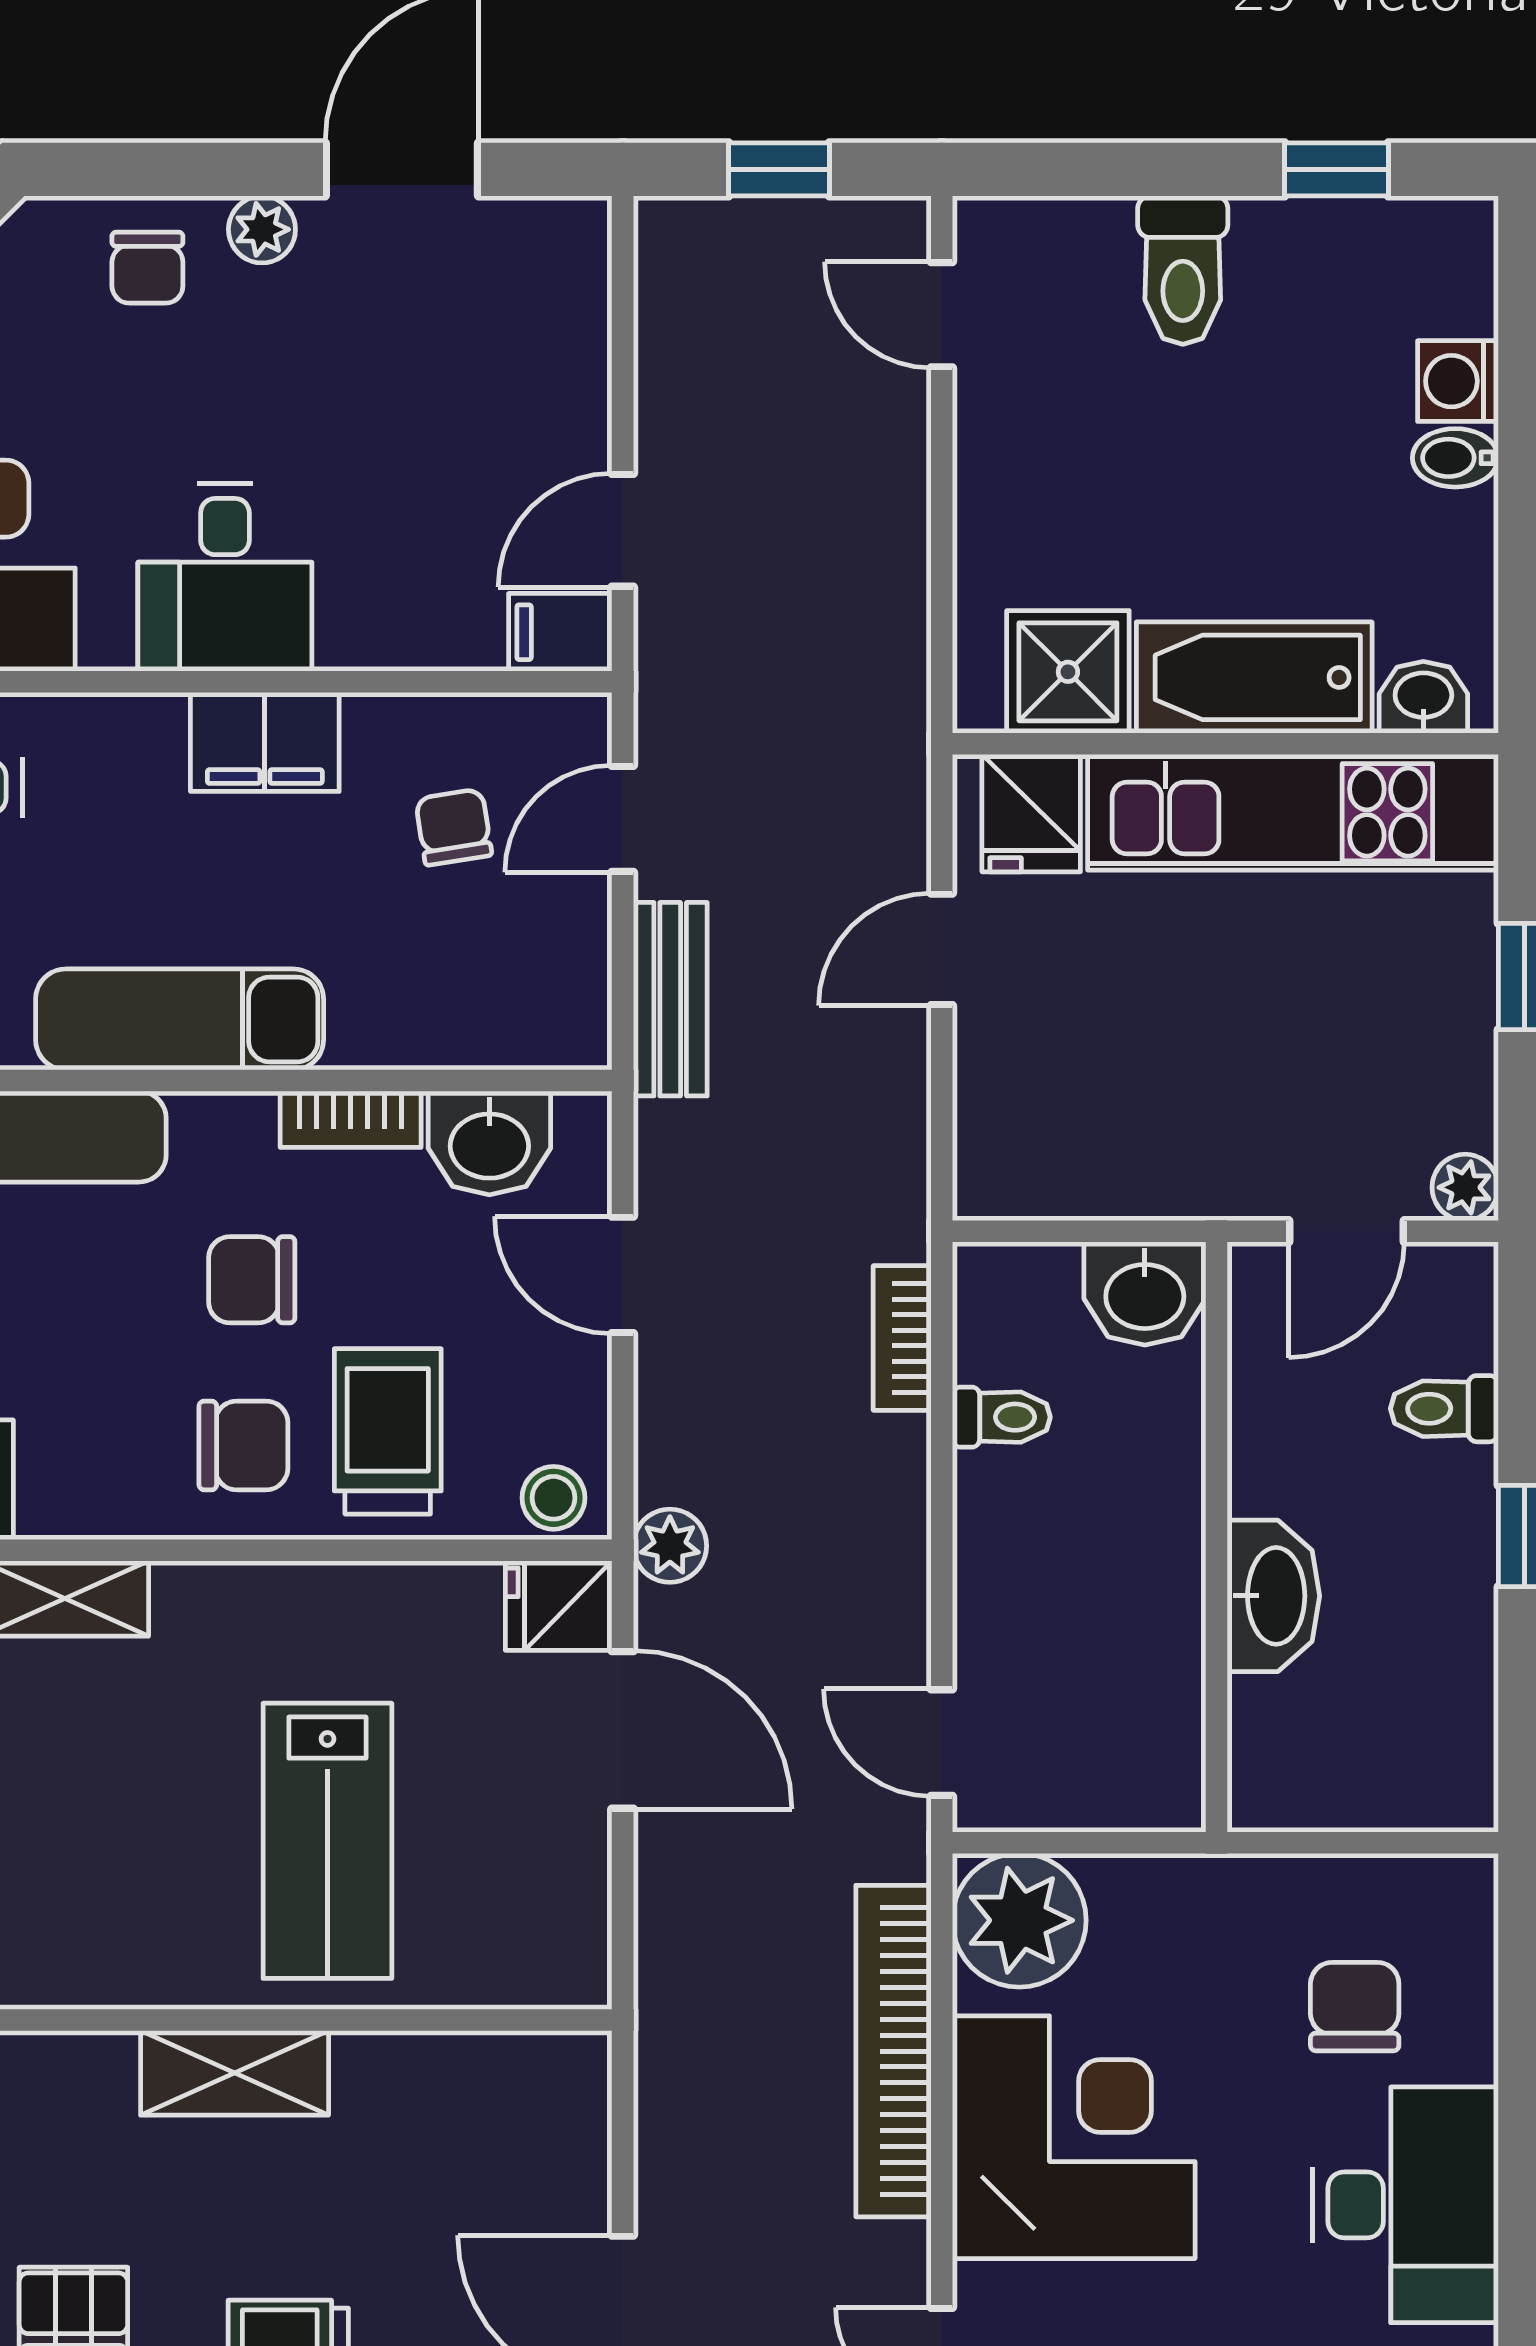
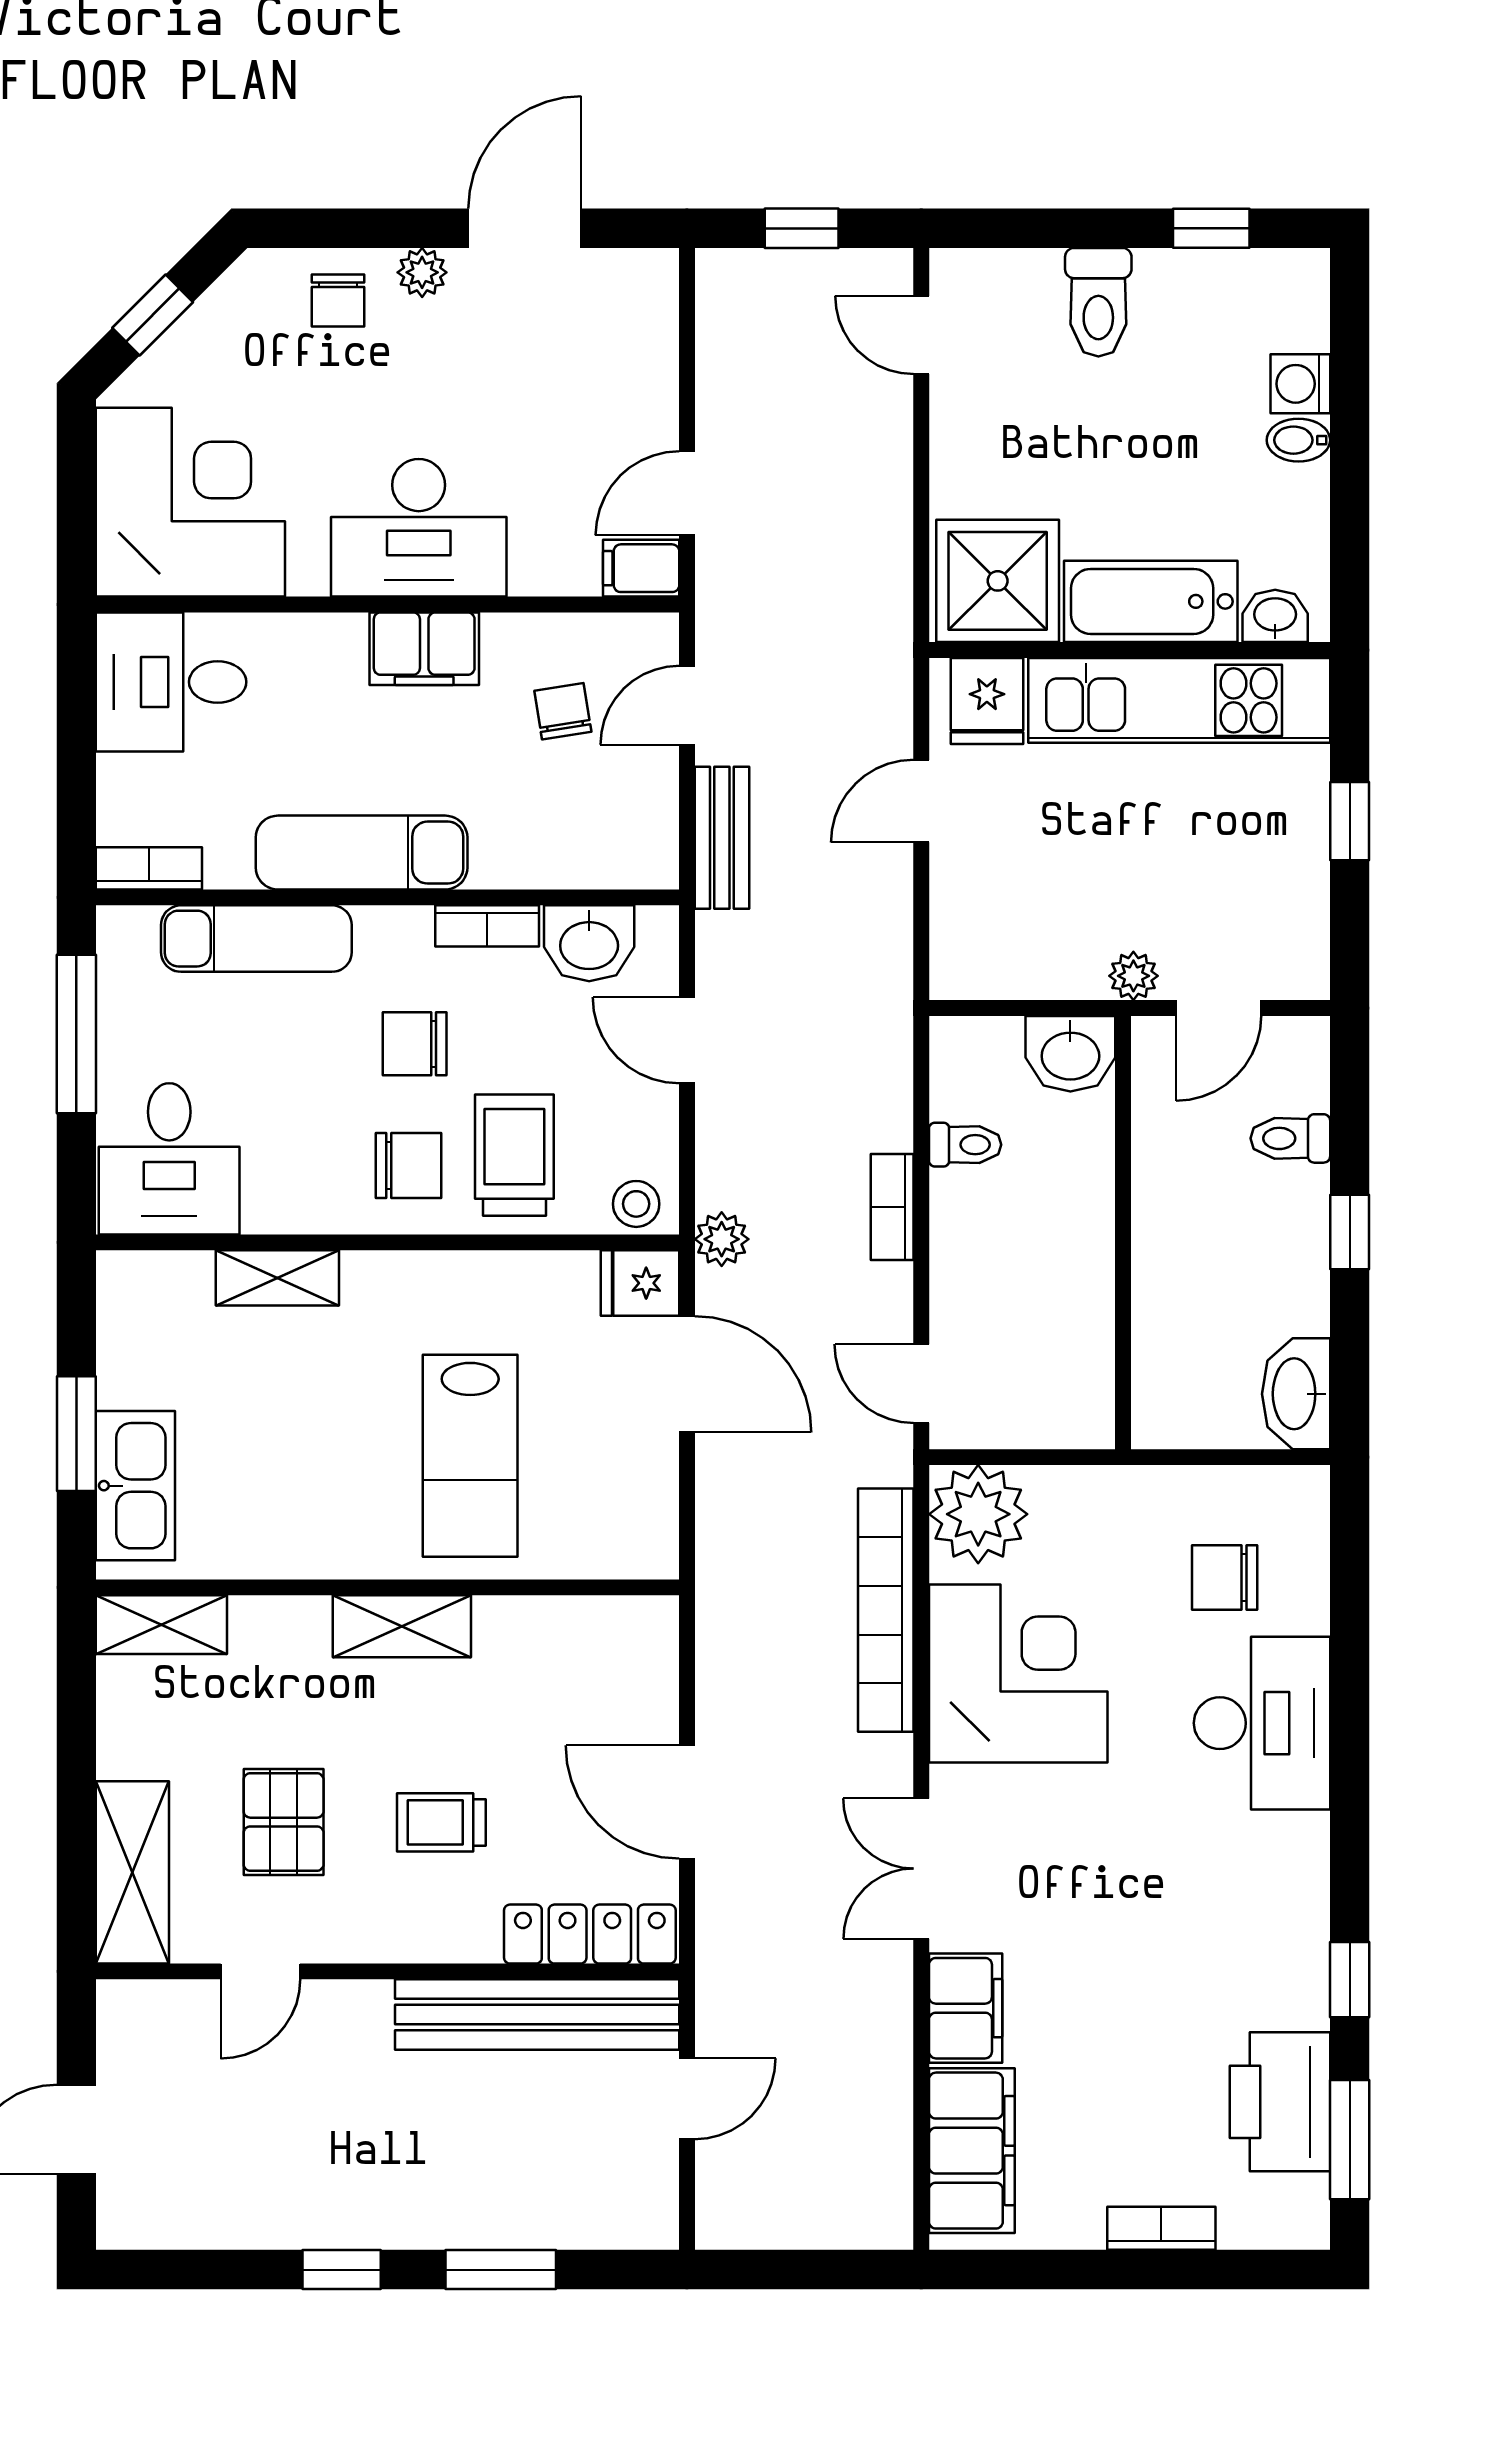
desk: (225, 577) -> (419, 528), width x1.37
shower: (1068, 672) -> (998, 581), width x1.36, depth x1.36
plant: (1465, 1187) -> (1133, 976), moved
bookcase: (902, 1338) -> (892, 1207), moved
washbasin: (1273, 1596) -> (1296, 1394), moved, turned 180
chair: (1355, 2007) -> (1225, 1578), turned -90

